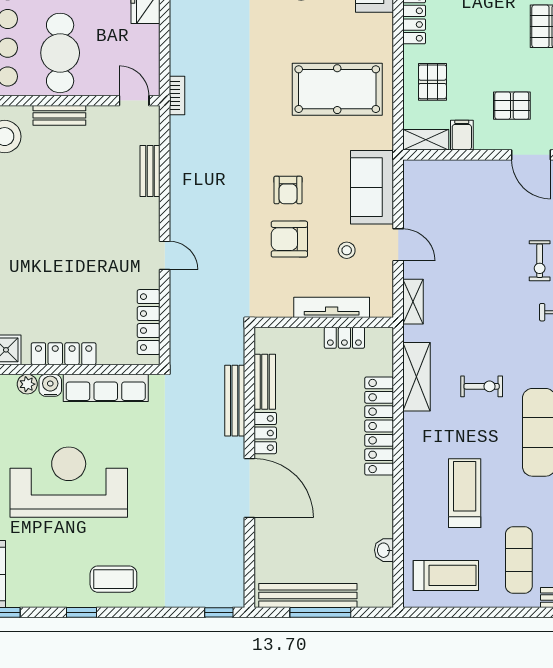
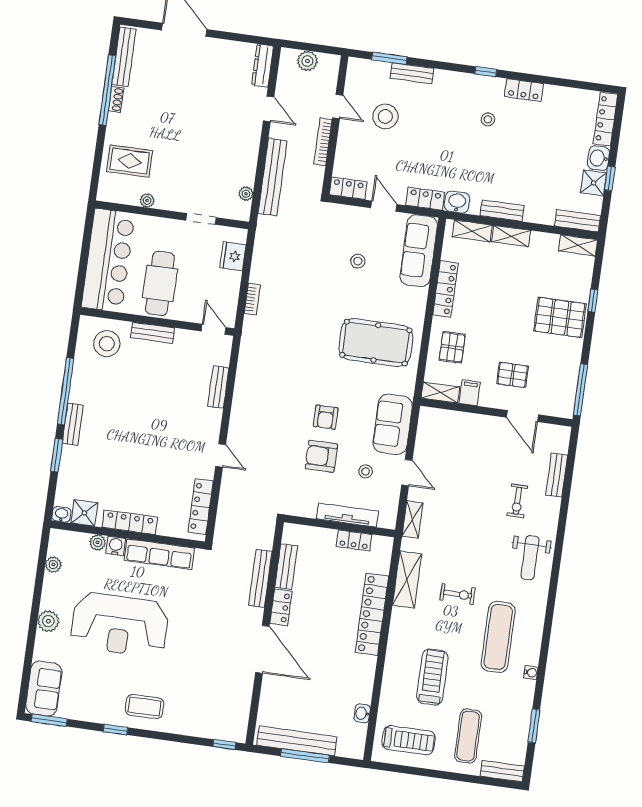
bookcase: (177, 95) -> (252, 299), moved
reception desk: (69, 482) -> (120, 625), turned 180

